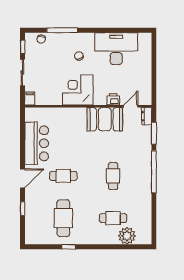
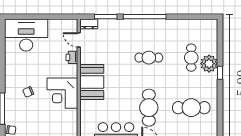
desk: (116, 49) -> (26, 35), moved, turned 90
booth: (105, 119) -> (92, 82), moved
cafe table: (63, 176) -> (149, 108), width x1.37, depth x1.35
plant: (127, 236) -> (209, 64), moved
window: (68, 247) -> (220, 73), moved

